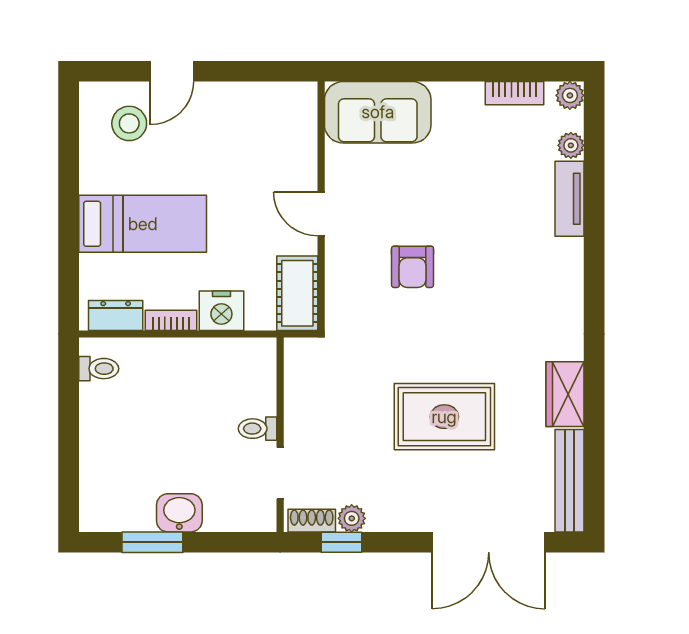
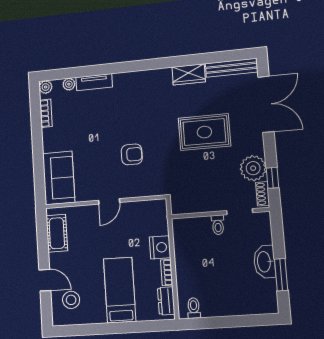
cot: (297, 293) -> (57, 233), moved, turned 90
rug: (444, 417) -> (204, 132), turned 90
washbasin: (179, 513) -> (264, 262), width x1.38
plant: (352, 518) -> (253, 168), width x1.88, depth x1.88

